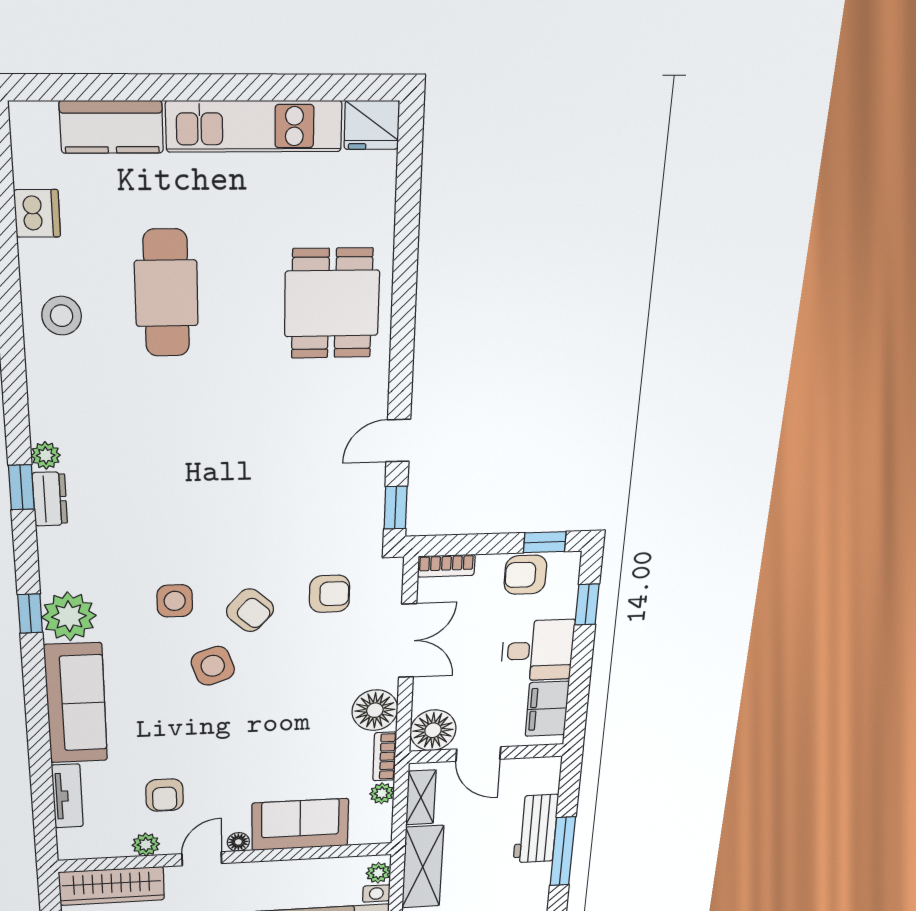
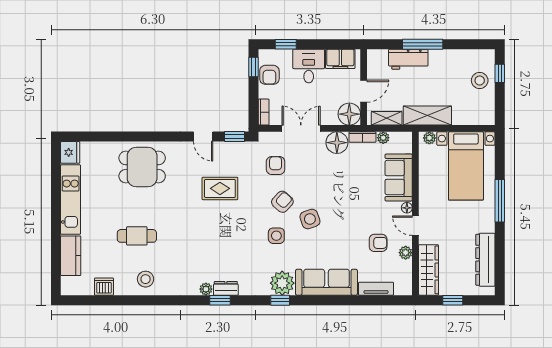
cafe table: (166, 293) -> (137, 236), width x0.73, depth x0.74
rug: (280, 480) -> (220, 188), added

